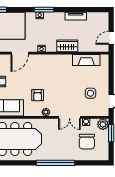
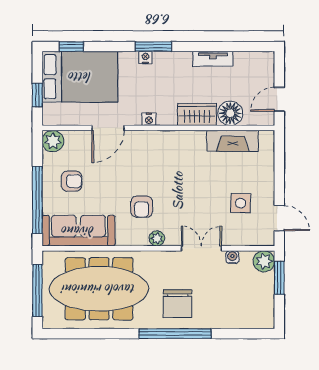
floor lamp: (85, 45) -> (230, 113), added
double door: (70, 117) -> (201, 248), swing flipped
chair: (87, 142) -> (178, 304), moved

